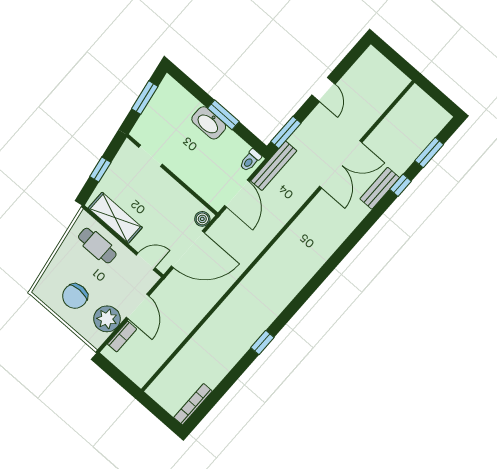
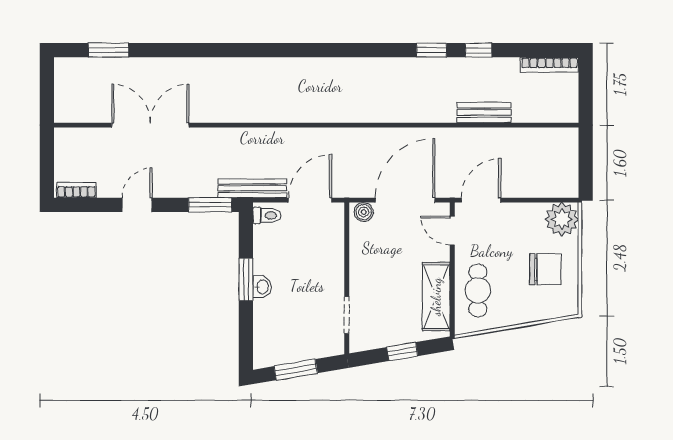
washbasin: (209, 123) -> (262, 287), width x0.52, depth x0.69
double door: (341, 164) -> (150, 125), moved
window: (400, 185) -> (479, 50), moved
bench: (380, 188) -> (484, 112), moved
door: (188, 249) -> (405, 200), hinge flipped
door: (138, 307) -> (481, 200), moved
plant: (107, 319) -> (562, 219), moved
bookcase: (122, 337) -> (76, 190), moved

